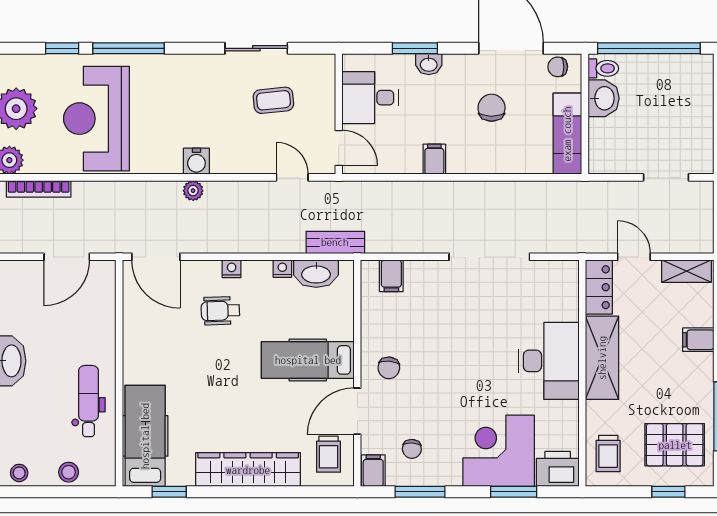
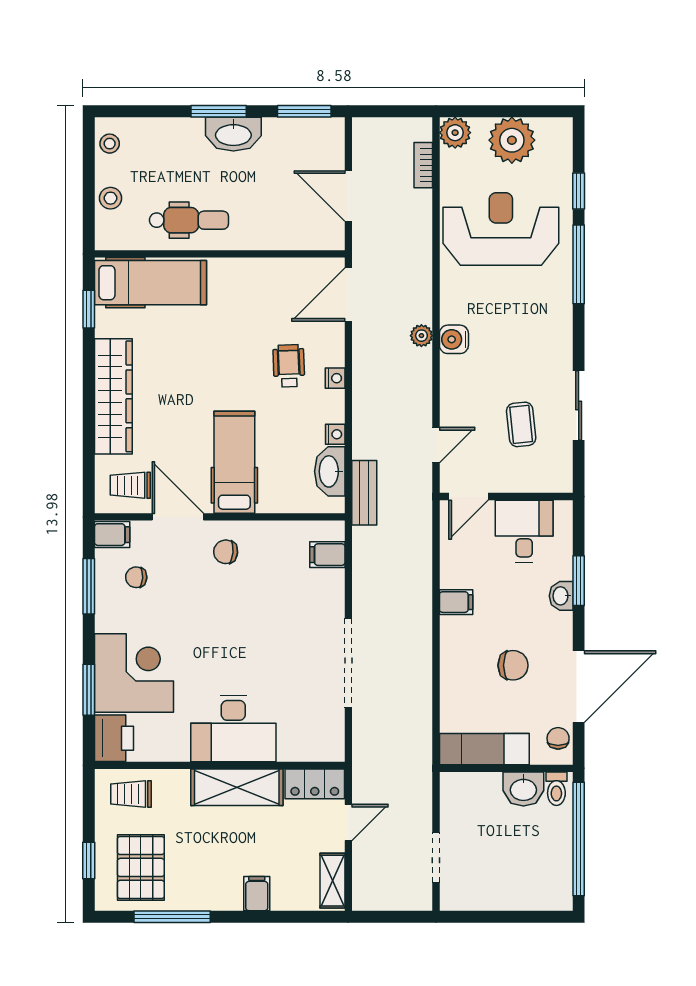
bookcase: (39, 189) -> (423, 165), width x0.64

